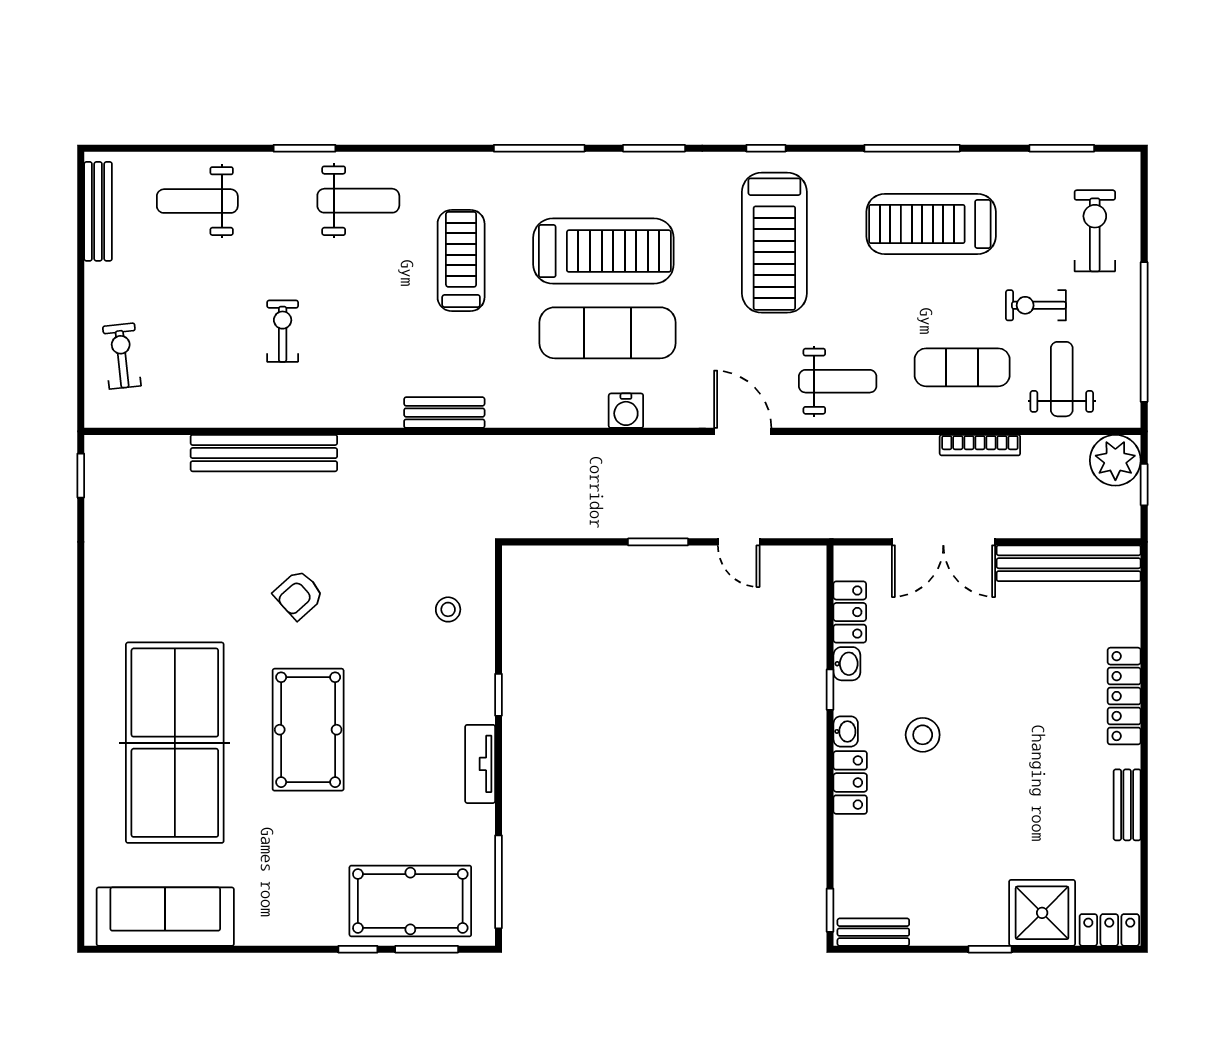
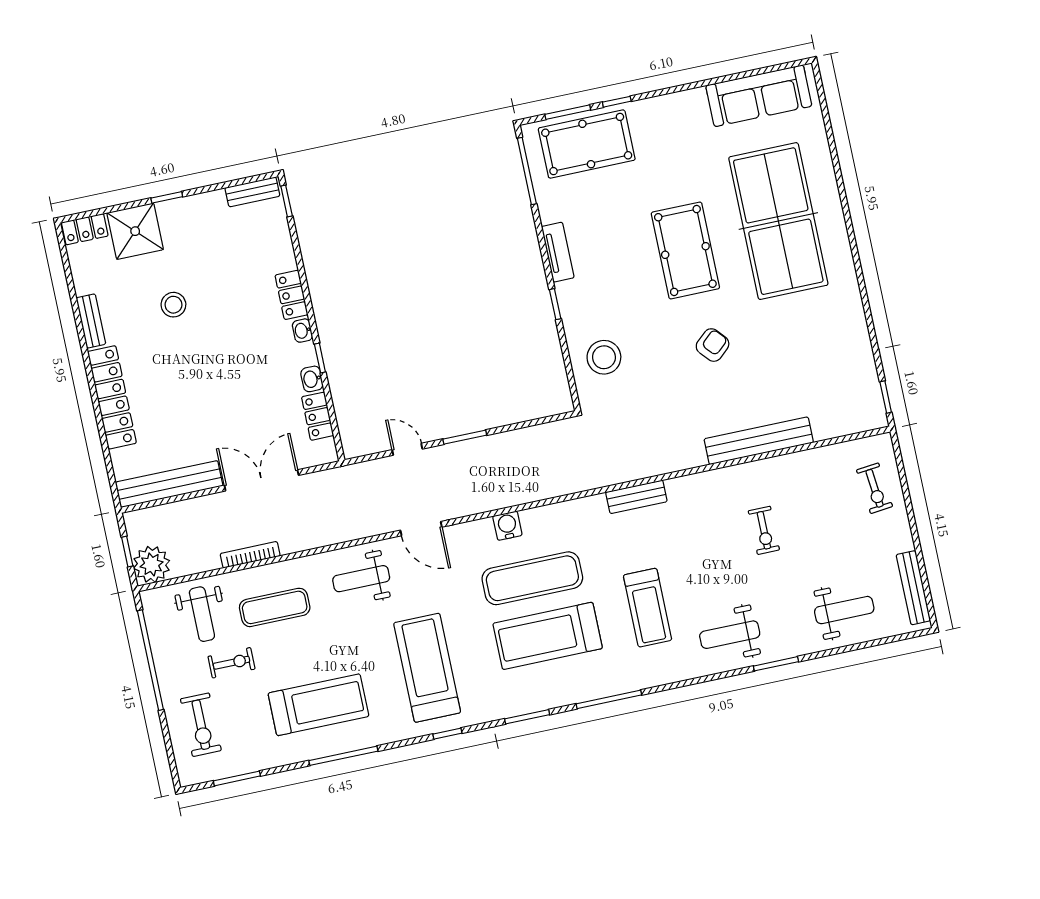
stool: (448, 609) -> (604, 357), width x1.89, depth x1.89
locker: (1124, 696) -> (112, 397), width x1.41, depth x1.21
stool: (923, 735) -> (173, 305), moved

